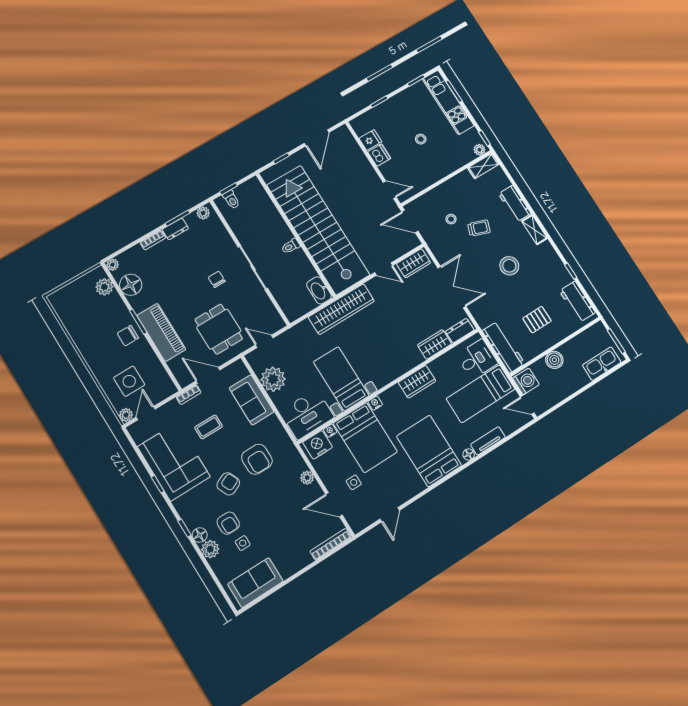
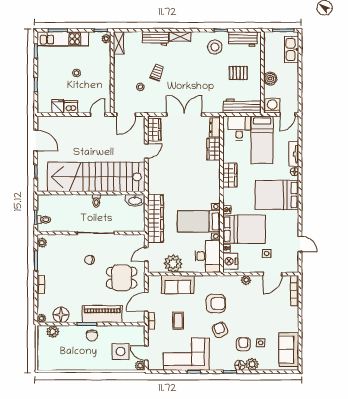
dresser: (175, 229) -> (42, 266), removed
stool: (509, 266) -> (215, 47), moved
wardrobe: (341, 309) -> (155, 218), moved
pallet: (537, 320) -> (238, 73), turned 90
armchair: (228, 523) -> (243, 344), turned -90

